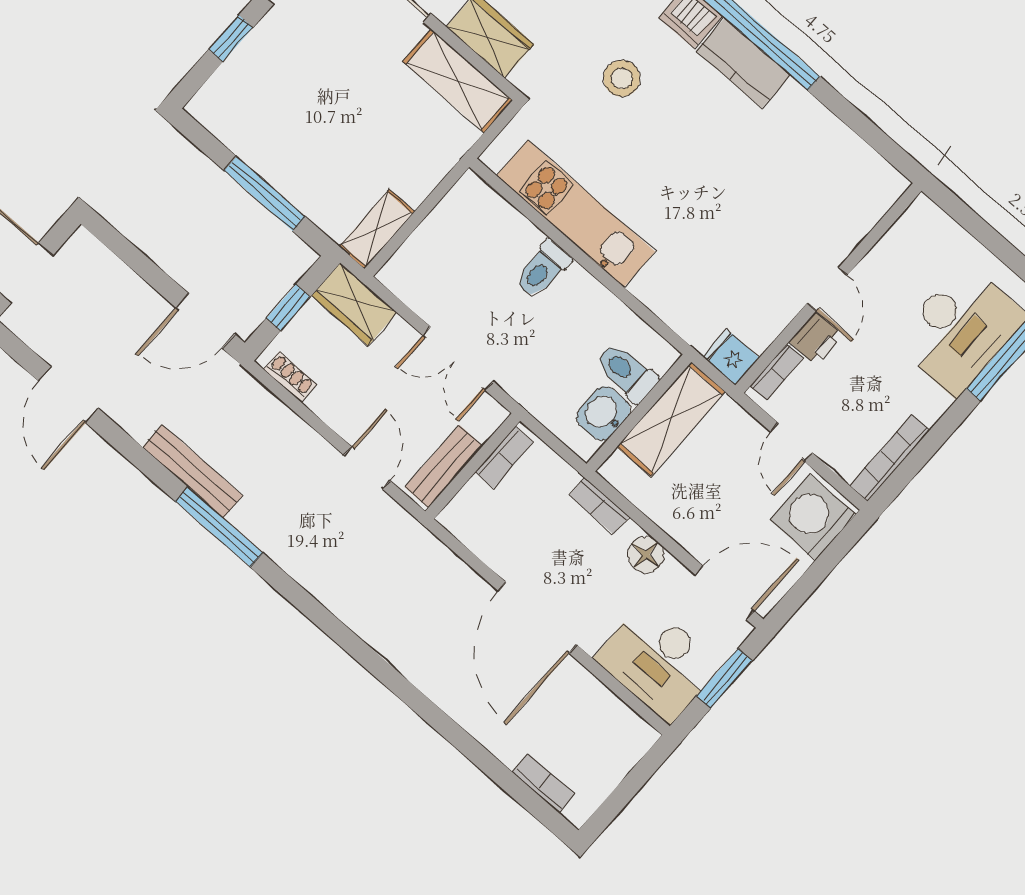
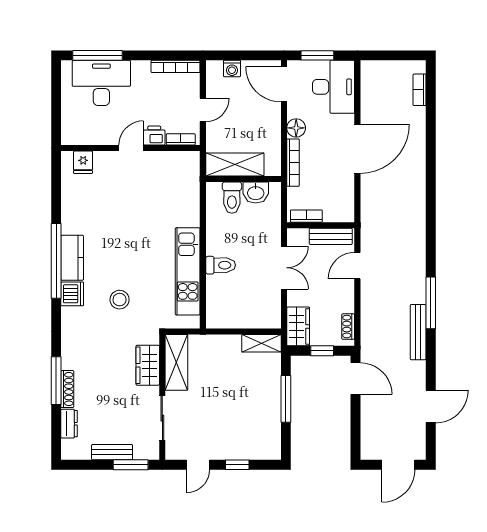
fridge: (731, 357) -> (83, 162), moved
bookcase: (599, 506) -> (293, 163), width x1.56
washing machine: (813, 517) -> (232, 69), width x0.53, depth x0.53

